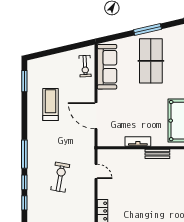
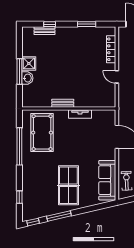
window: (147, 29) -> (59, 216), moved
door: (96, 171) -> (117, 77), moved

